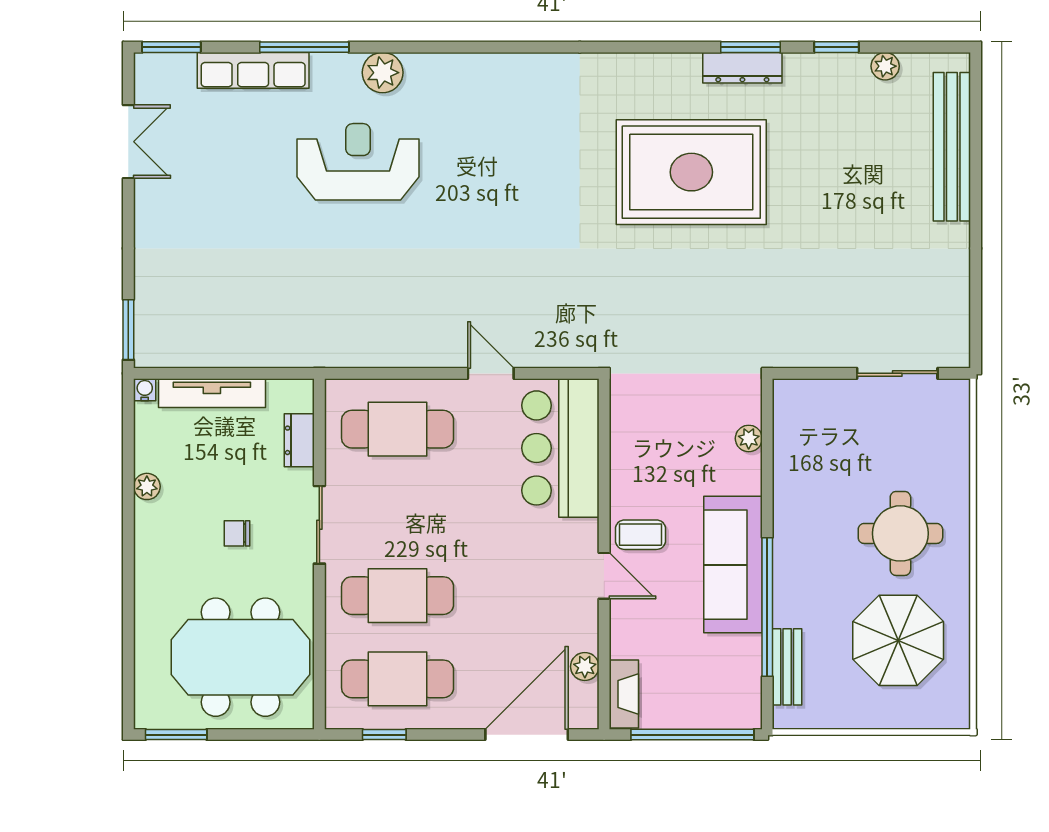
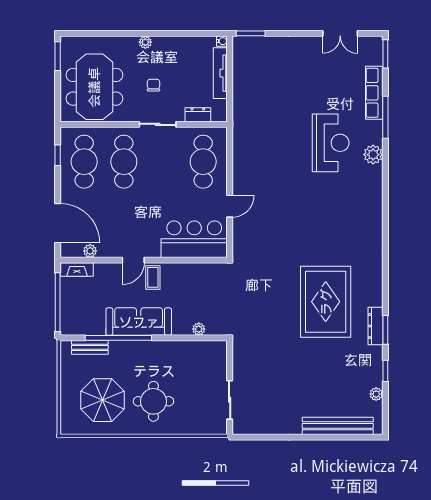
plant: (147, 486) -> (145, 42), moved

